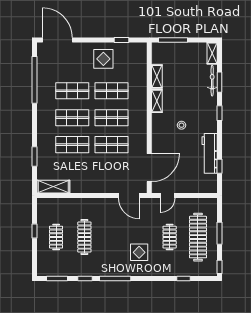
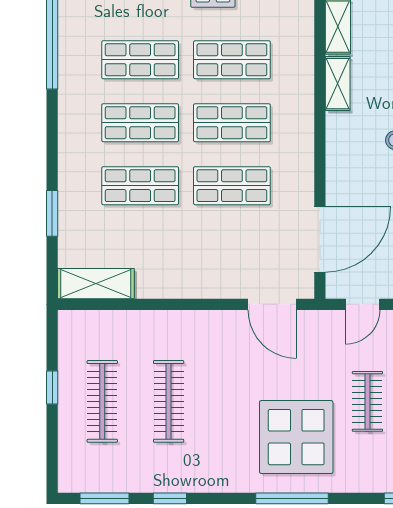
clothes rail: (56, 237) -> (102, 401), width x1.36
display table: (139, 252) -> (296, 437), width x1.86, depth x1.86
window: (115, 279) -> (292, 498), moved

